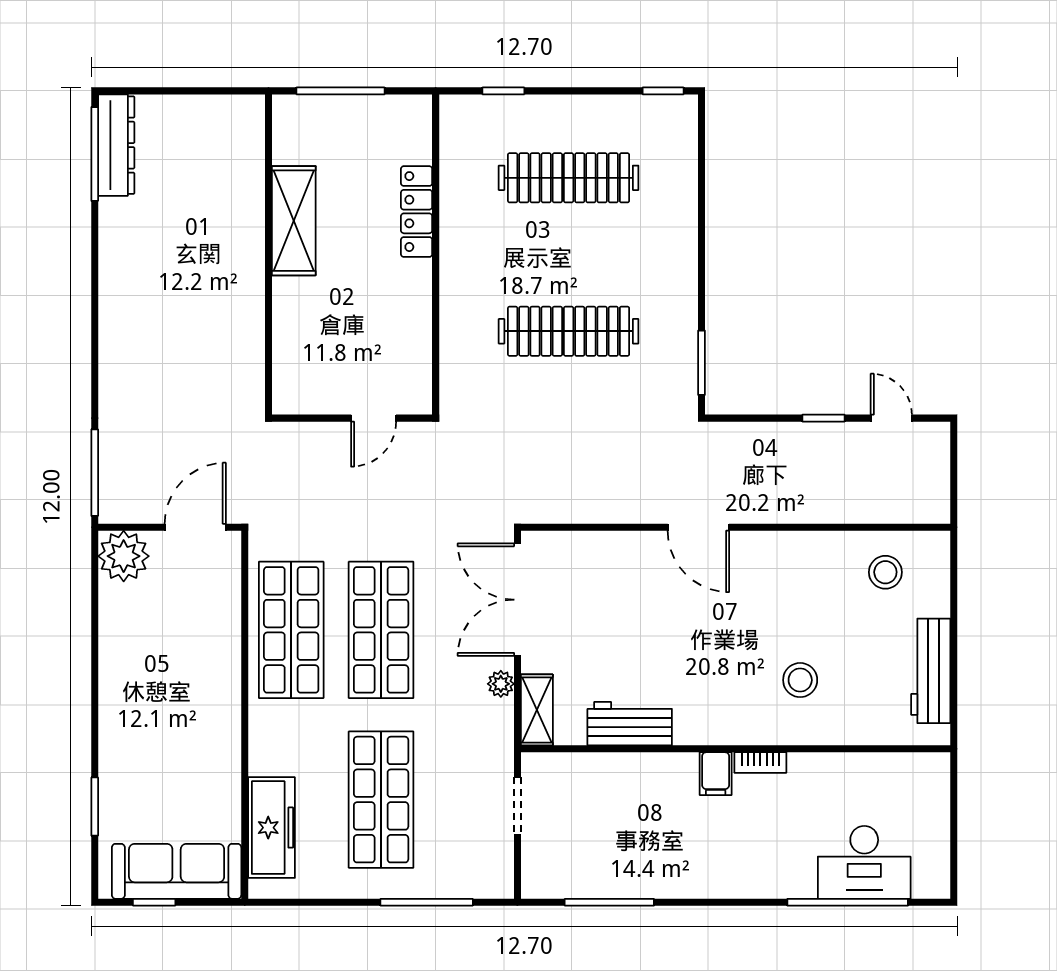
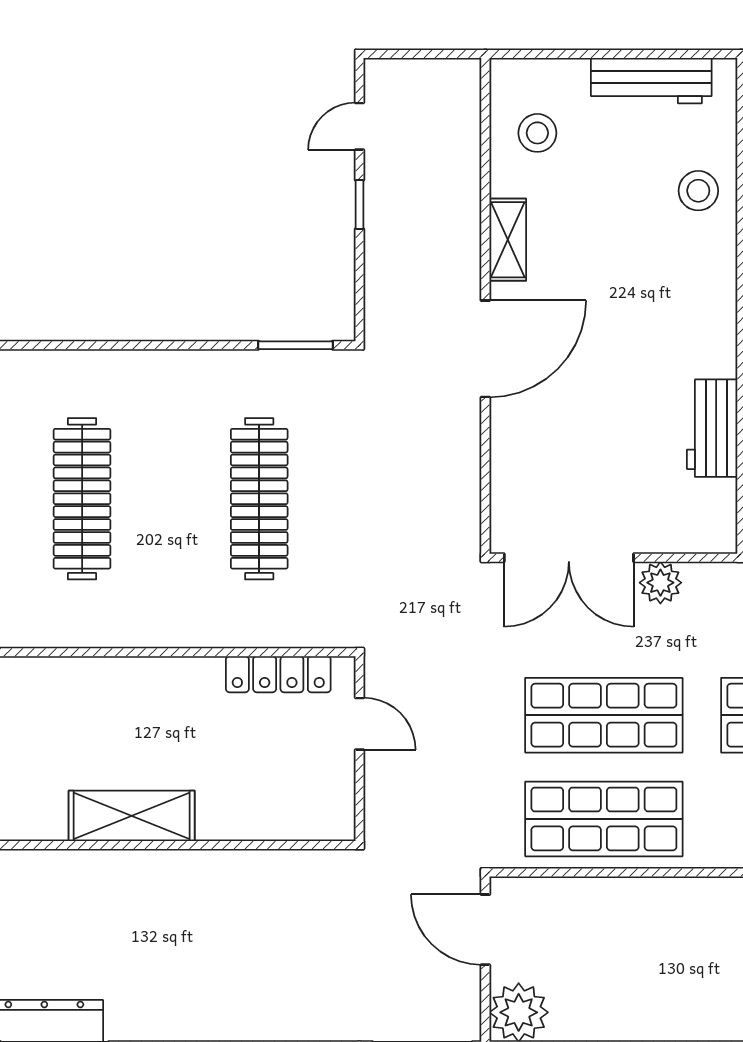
locker: (417, 212) -> (278, 674), moved
door: (698, 527) -> (485, 349), width x1.36
stool: (800, 680) -> (698, 191), moved
plant: (501, 684) -> (660, 583), width x1.38, depth x1.38
shelving: (537, 710) -> (508, 240), moved, turned 90

